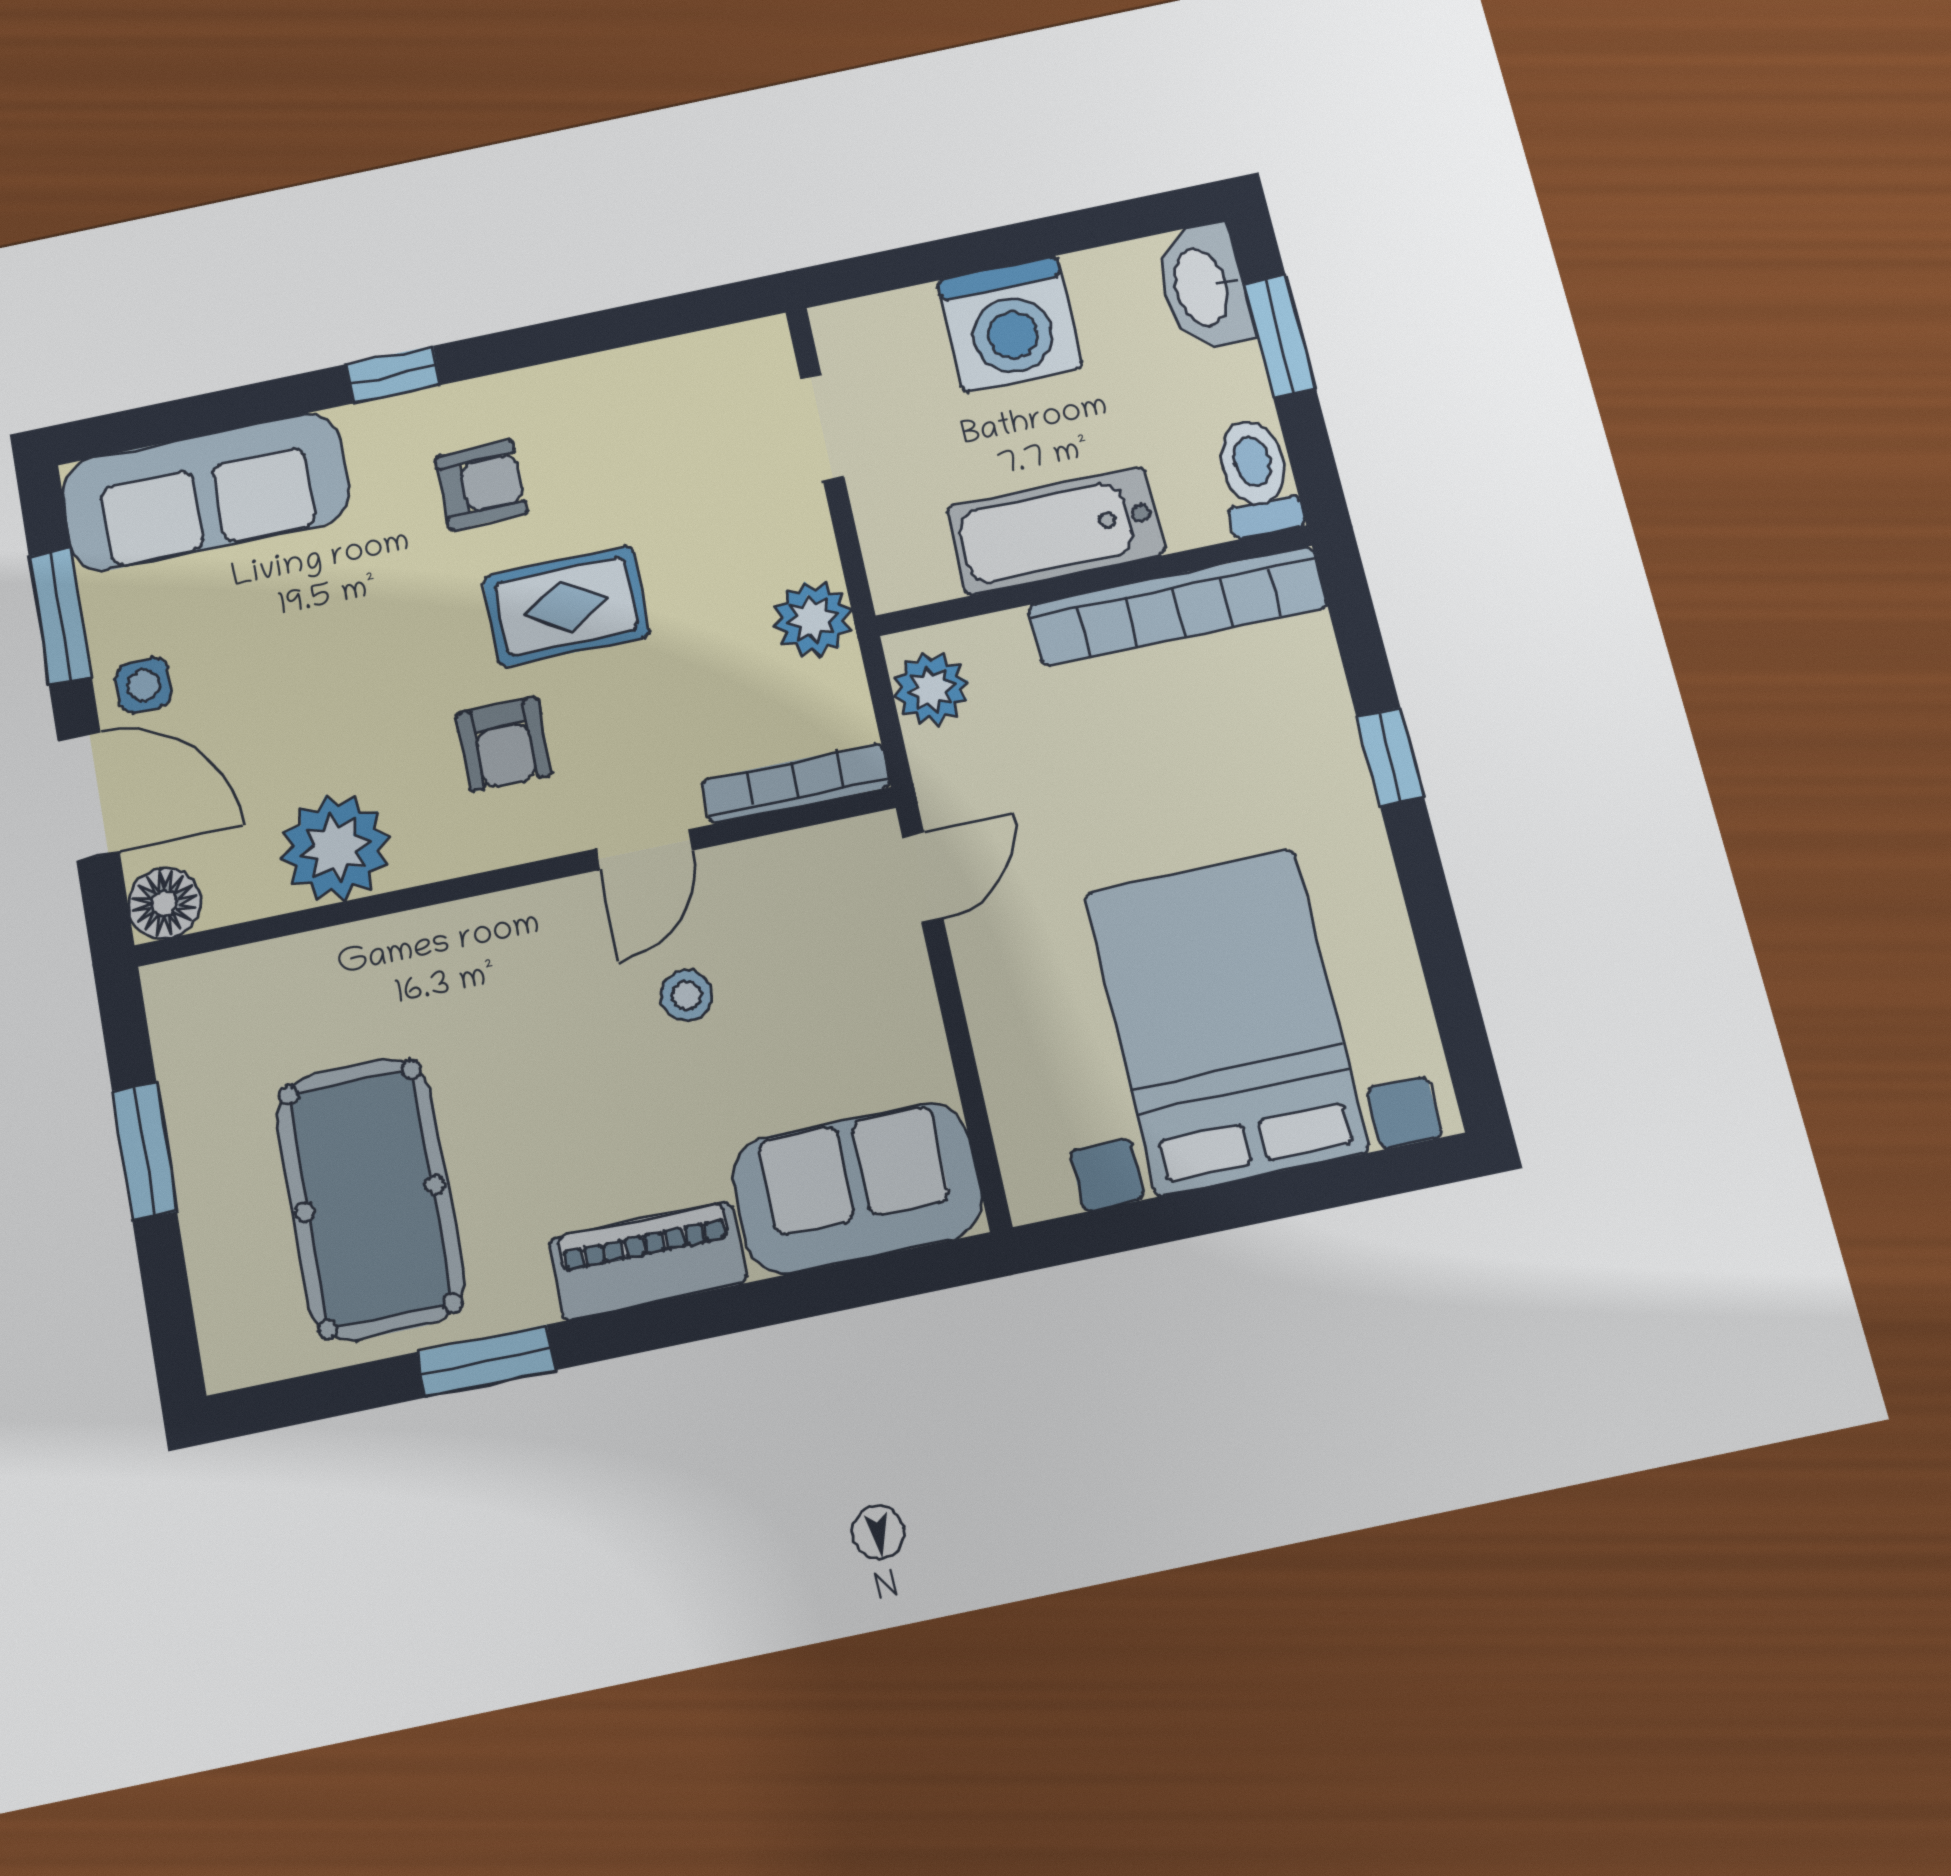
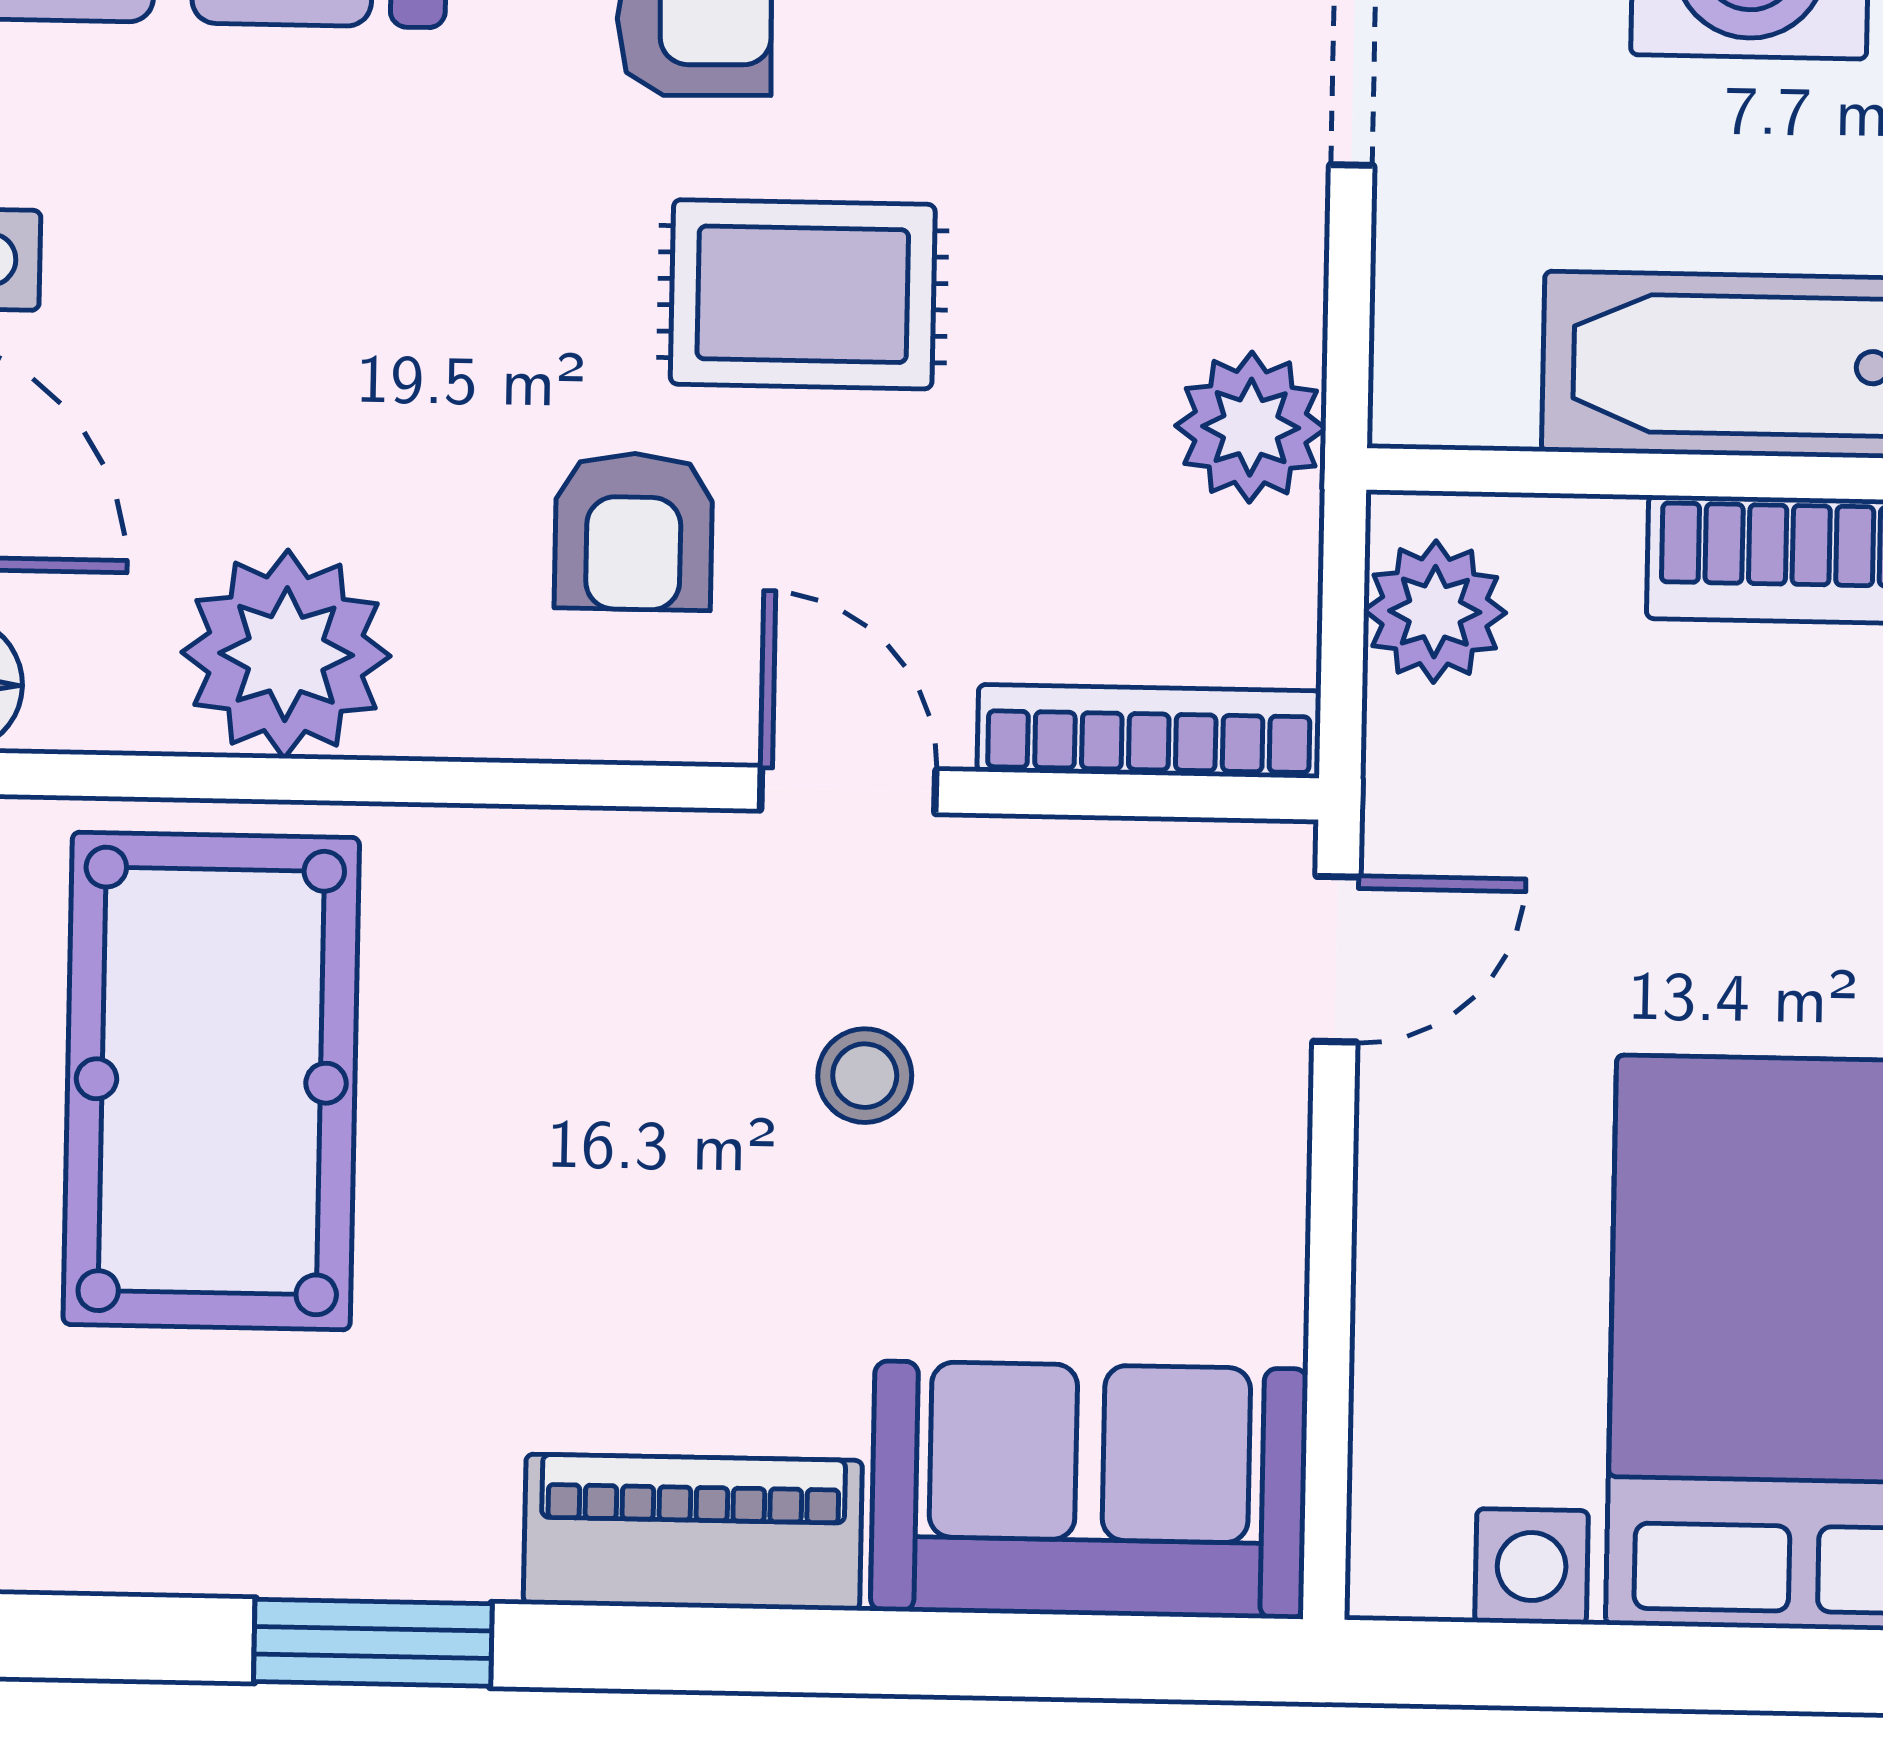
door: (645, 850) -> (848, 790), swing flipped
pool table: (370, 1198) -> (211, 1081), moved

